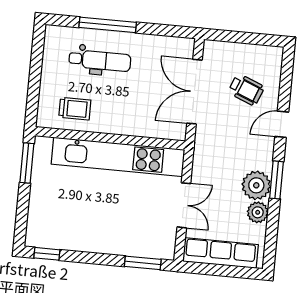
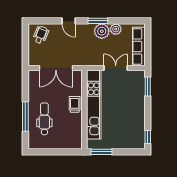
wheelchair: (246, 90) -> (41, 35), moved
trolley: (75, 109) -> (75, 104), moved

